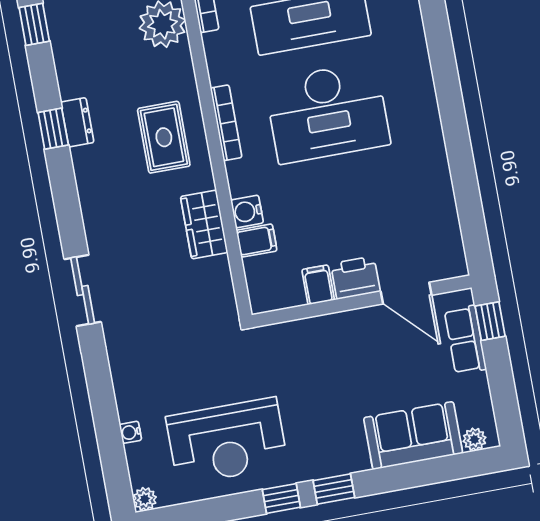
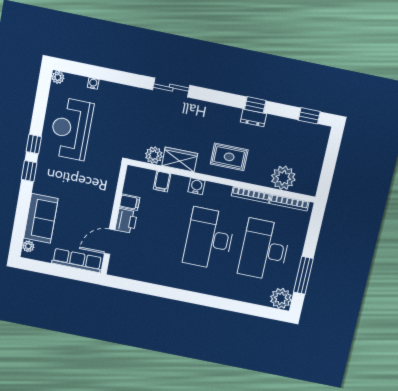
bookcase: (226, 123) -> (251, 195), moved
water cooler: (247, 211) -> (197, 186), moved
plant: (215, 274) -> (154, 155), added
window: (490, 321) -> (81, 275), removed
row of seats: (465, 340) -> (77, 260), width x1.48

